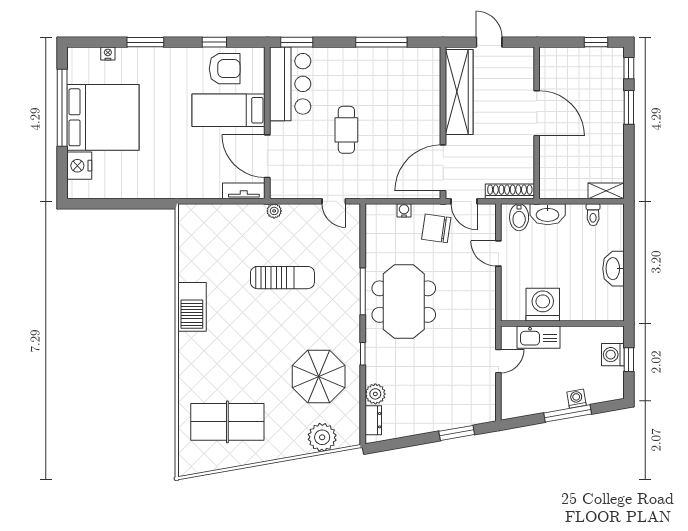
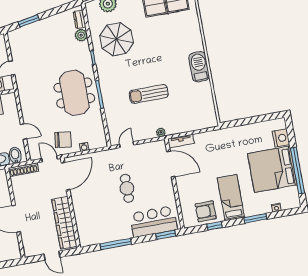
bar counter: (290, 84) -> (154, 222), moved, turned 90
bed: (229, 110) -> (231, 198), moved, turned -90
door: (334, 201) -> (127, 145), hinge flipped

